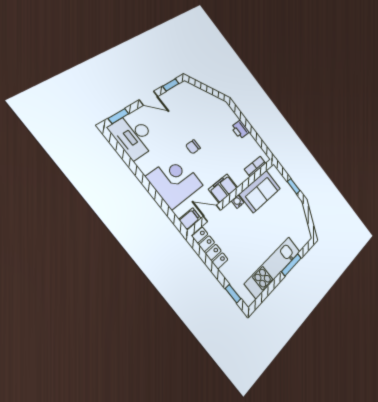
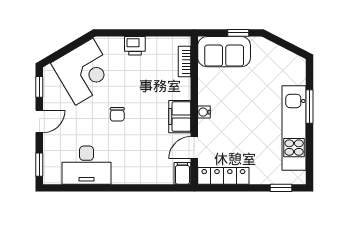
desk: (133, 136) -> (87, 165), moved
corner desk: (175, 181) -> (84, 72), moved, turned 149
sofa: (260, 191) -> (224, 52), moved, turned 90

